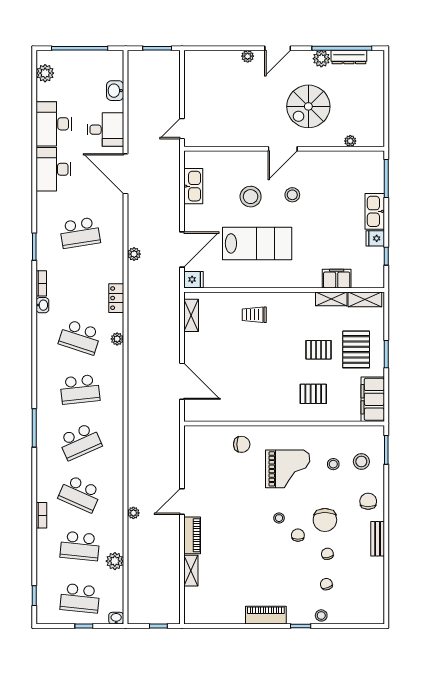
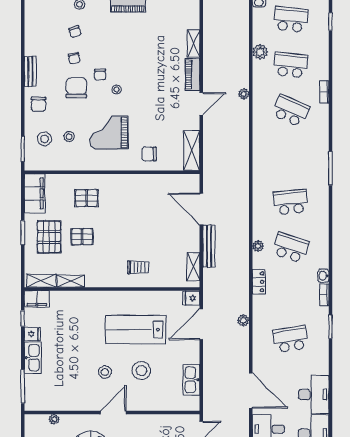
filing cabinet: (337, 279) -> (37, 299), moved
bench: (173, 339) -> (209, 246), added
school desk: (80, 442) -> (291, 156), removed
shelving: (193, 448) -> (192, 151), added

